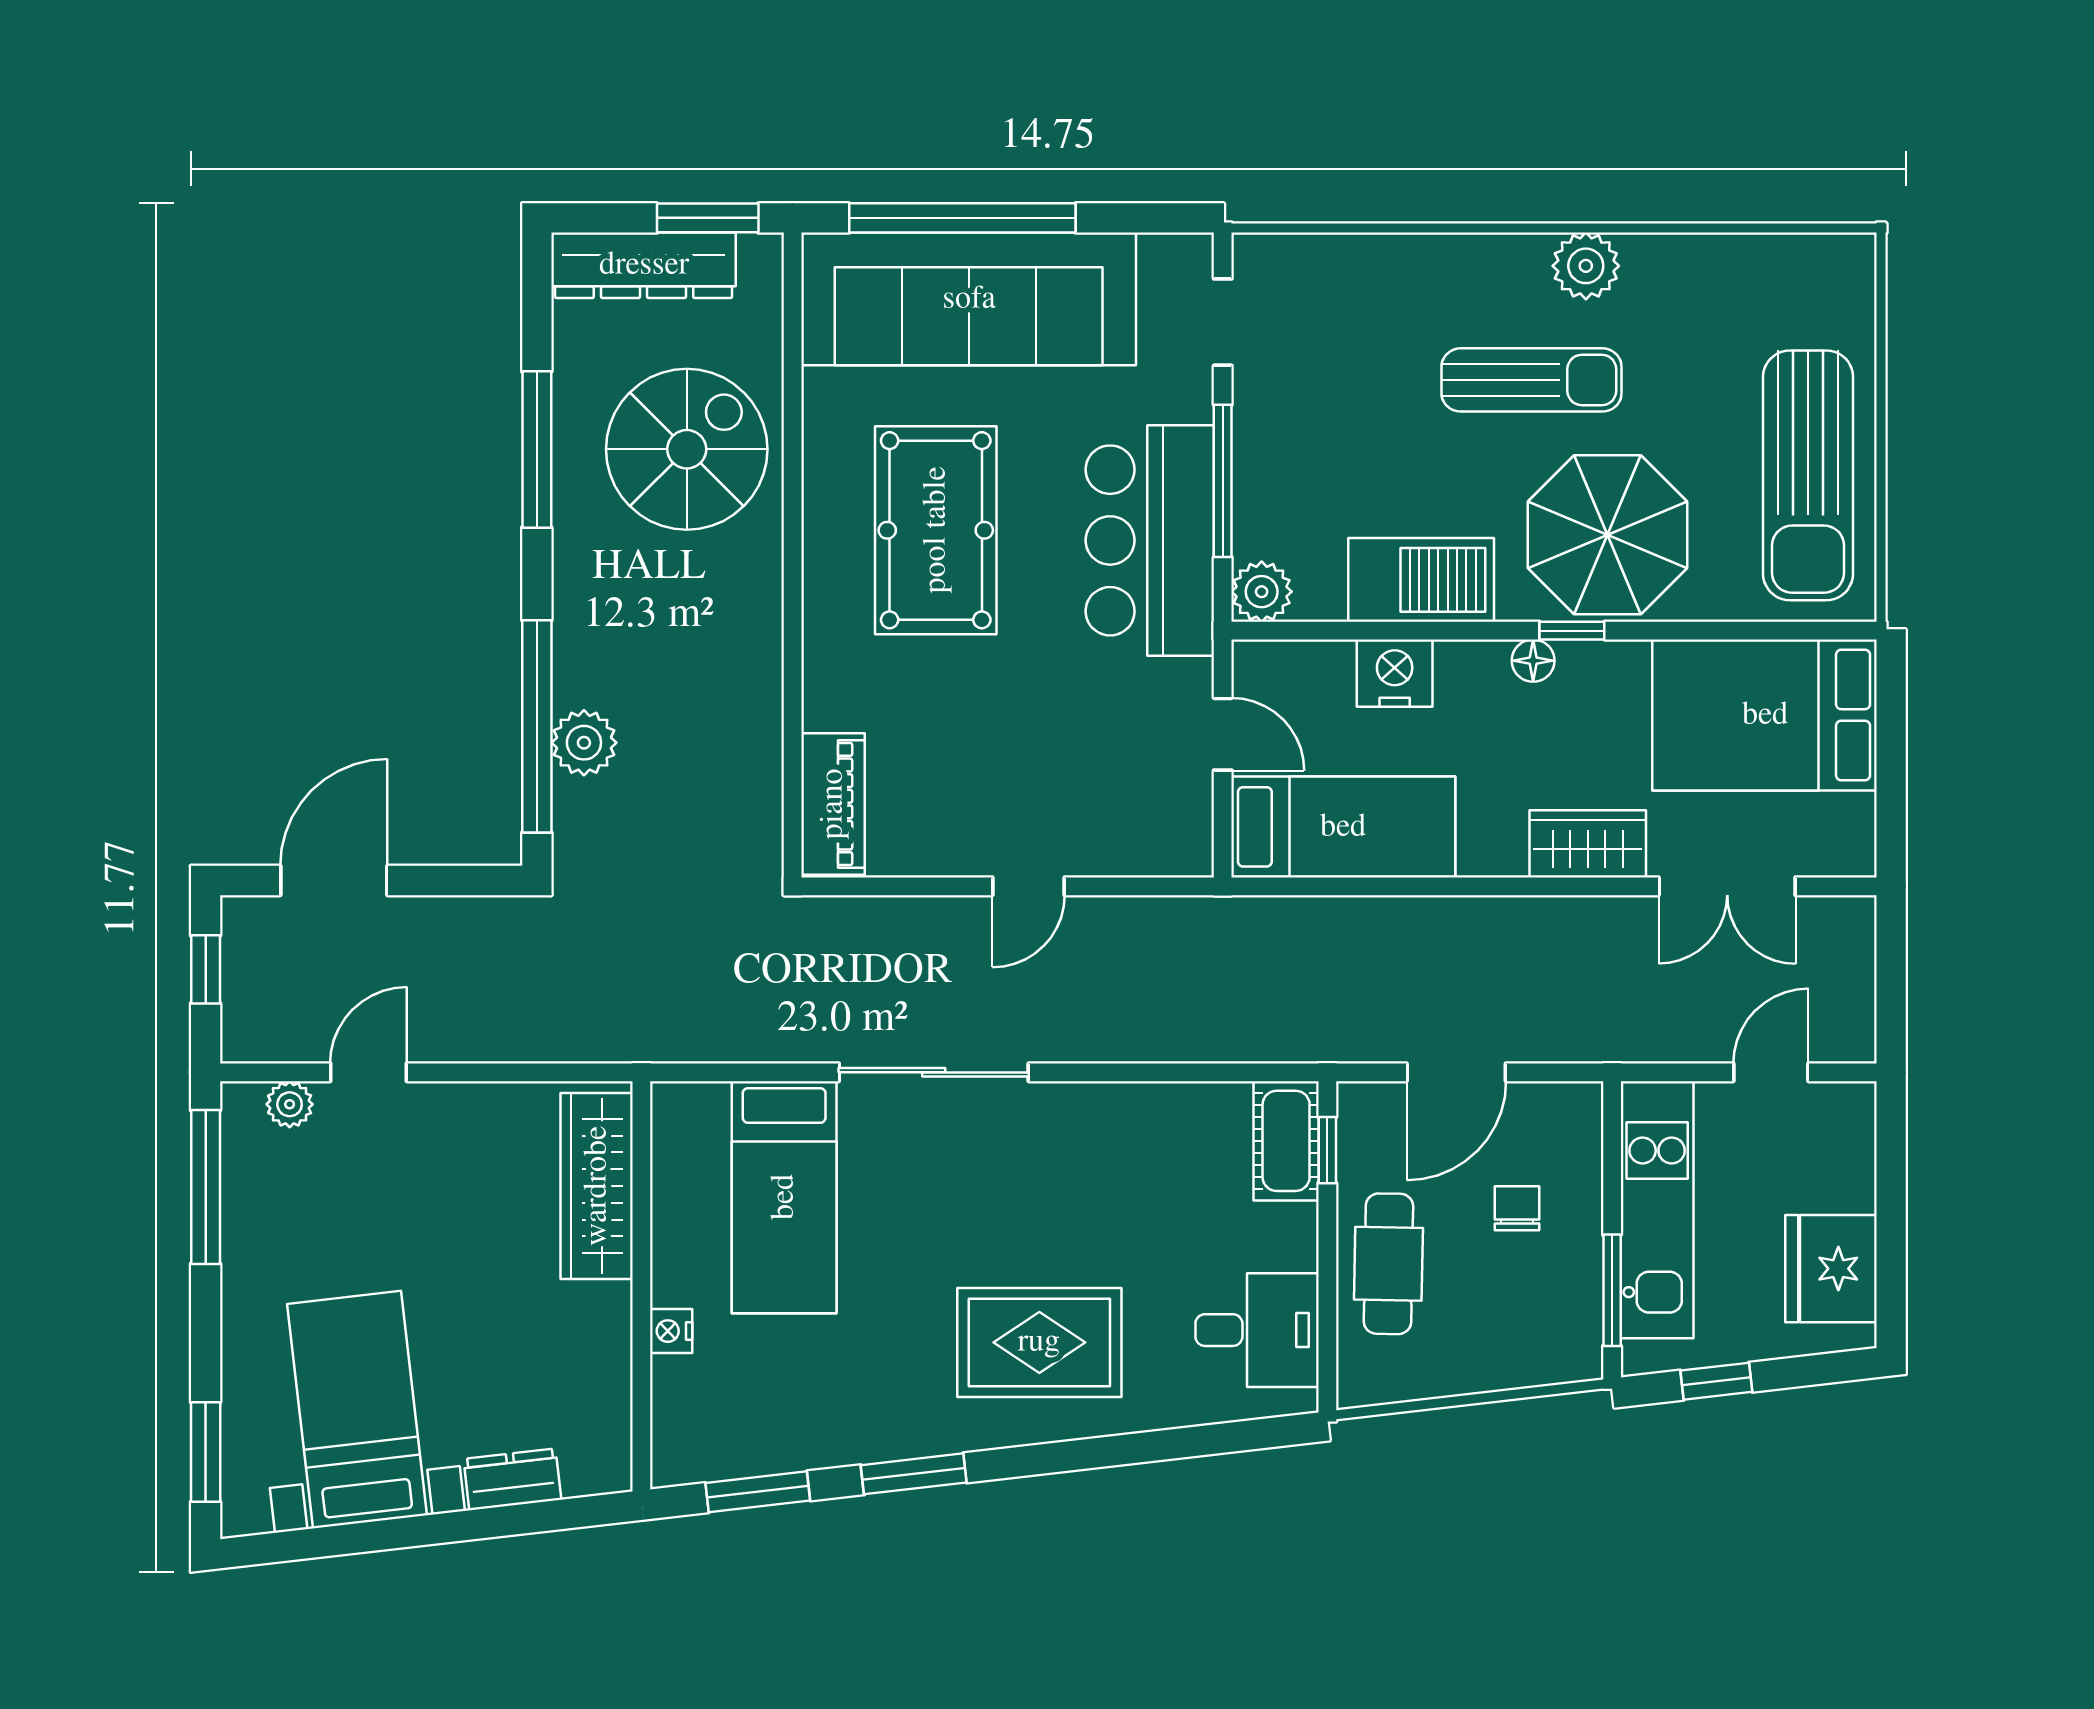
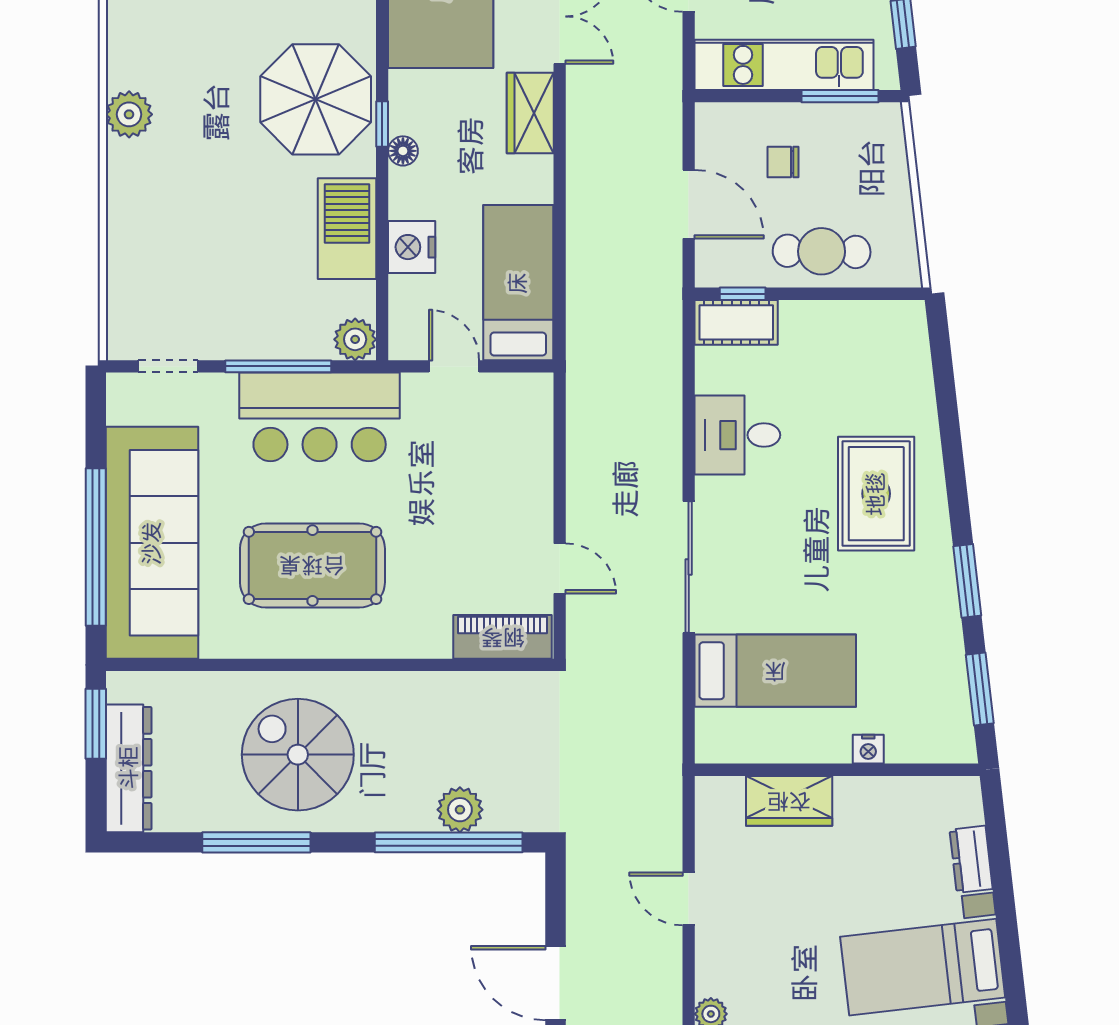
sun lounger: (1531, 380) -> (208, 152), removed
spiral stairs: (687, 449) -> (298, 755), moved
door: (1223, 734) -> (454, 366), hinge flipped
door: (1028, 886) -> (560, 568), moved
door: (368, 1072) -> (689, 899), moved
wardrobe: (597, 1186) -> (789, 801), width x0.67
desk: (1257, 1330) -> (737, 435), moved, turned -90

